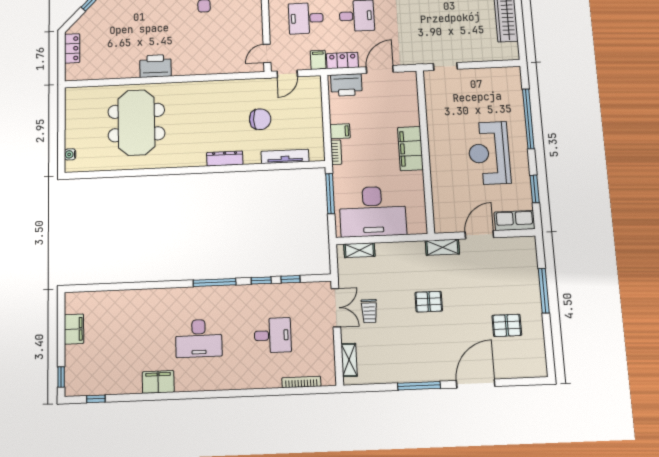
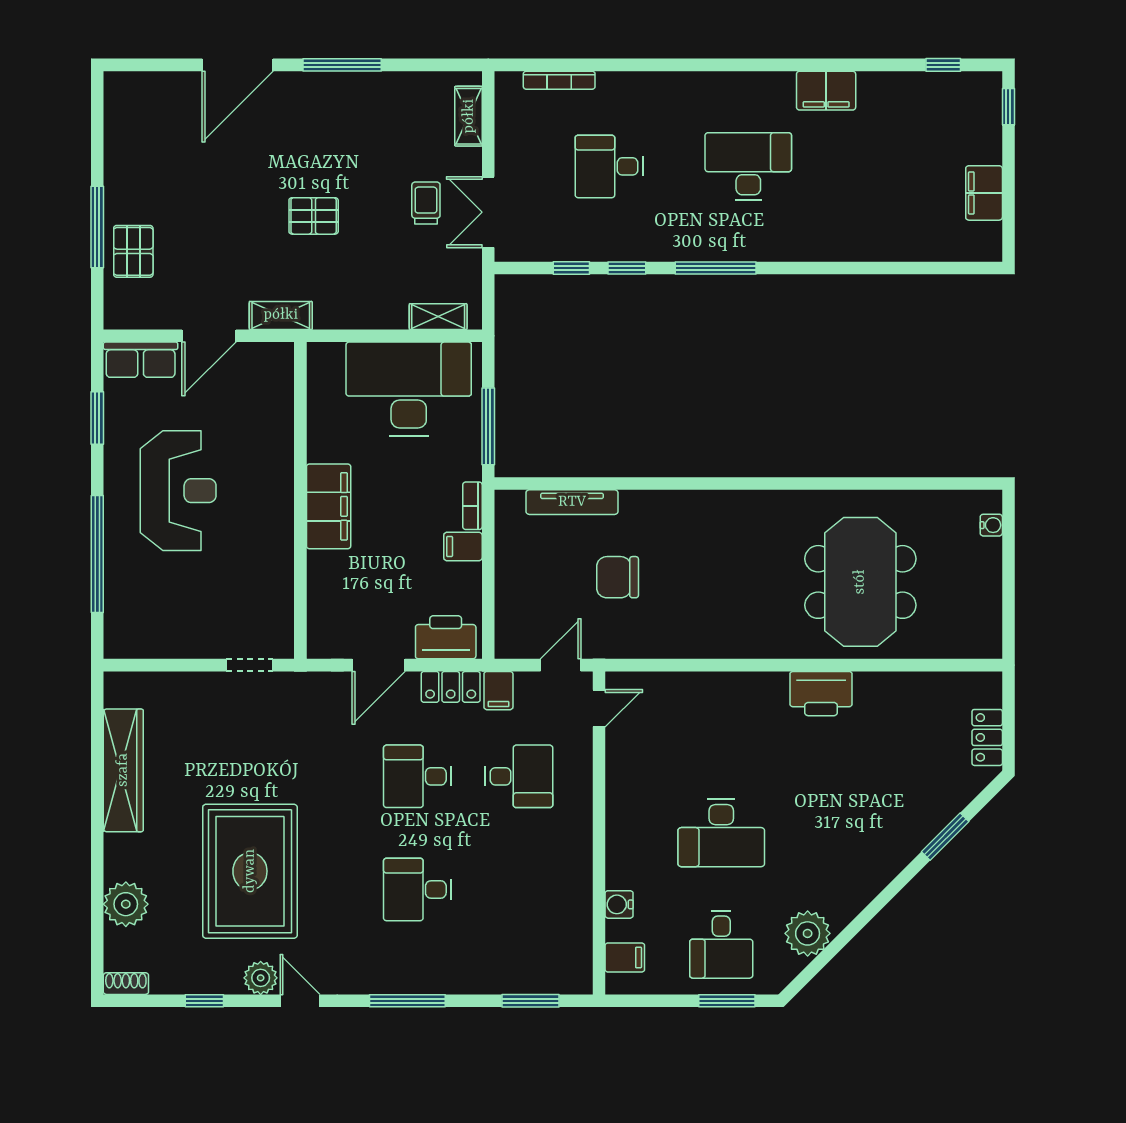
dresser: (225, 159) -> (689, 503), removed
pallet: (507, 325) -> (133, 251), moved, turned 90

